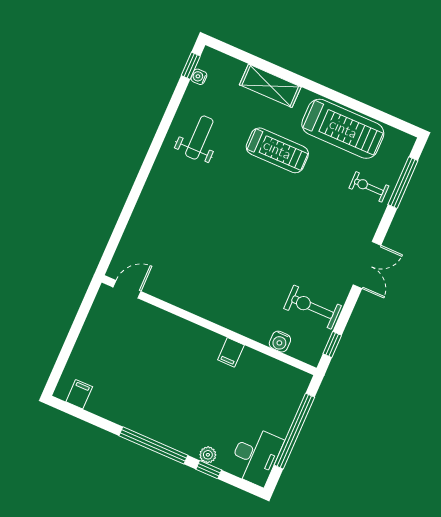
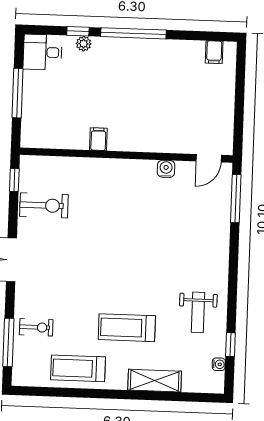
window: (191, 66) -> (230, 345), moved
treadmill: (343, 129) -> (78, 368), width x0.73, depth x0.73
window: (116, 237) -> (236, 199), added
water cooler: (280, 342) -> (166, 169), moved
window: (294, 431) -> (18, 93), width x0.68
desk: (256, 456) -> (43, 52), width x0.73

